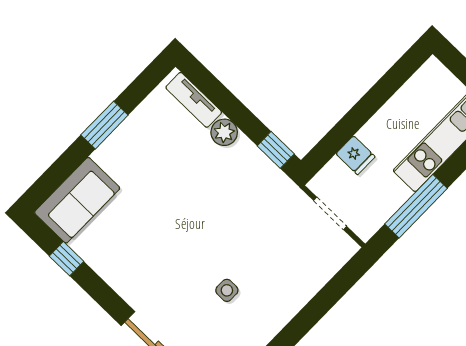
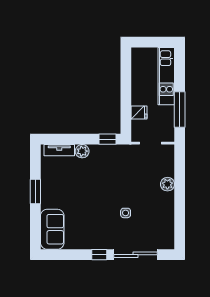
window: (66, 259) -> (99, 255), moved
side table: (227, 290) -> (126, 213), moved
plant: (298, 293) -> (167, 184), added

